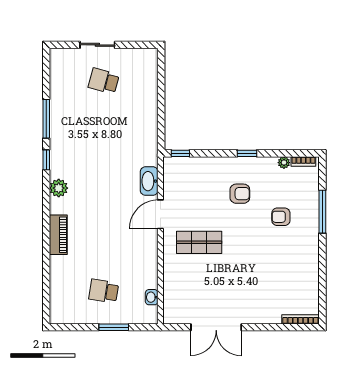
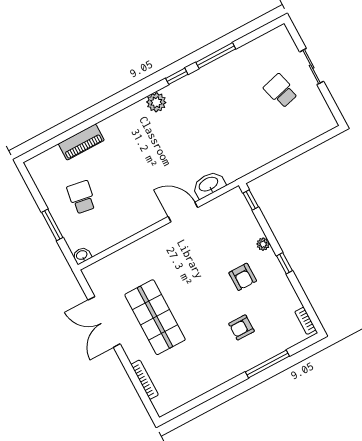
school desk: (104, 81) -> (281, 91), turned -30
plant: (284, 163) -> (263, 244), moved
armchair: (281, 217) -> (242, 327), turned -90
piano: (58, 235) -> (81, 142), moved
shop shelf: (199, 242) -> (155, 317), moved, width x1.43, depth x1.36
washbasin: (152, 297) -> (82, 255), moved
bookcase: (300, 319) -> (145, 380), moved

